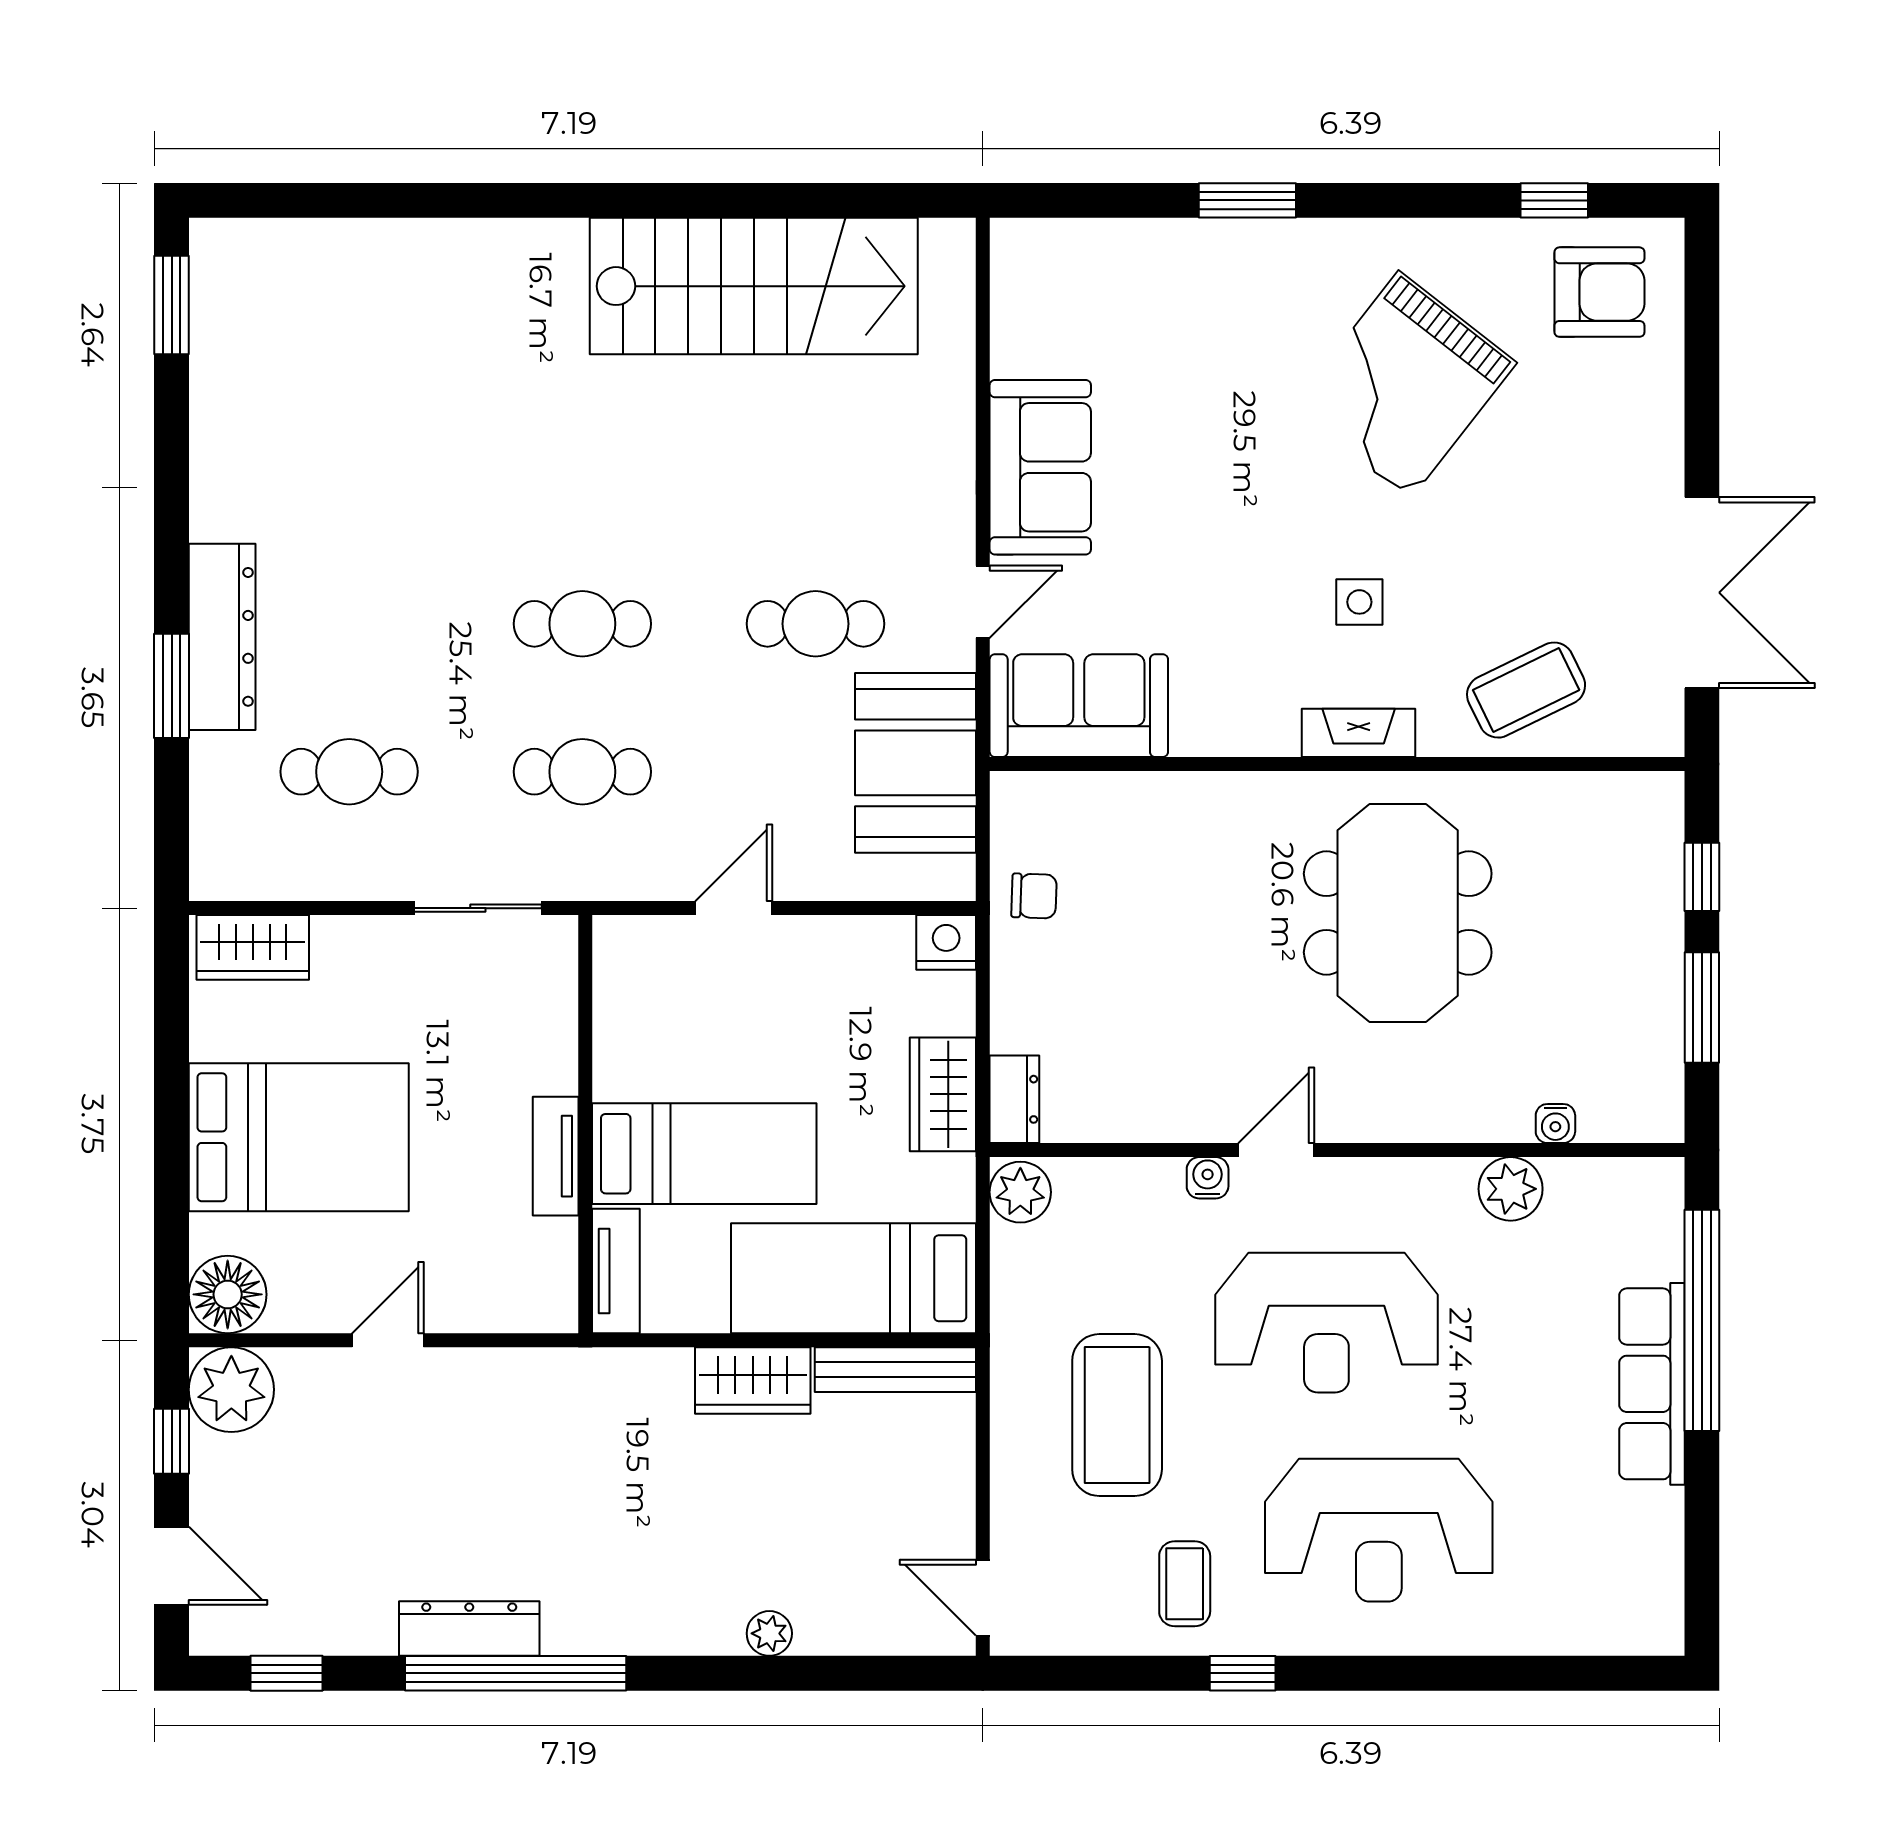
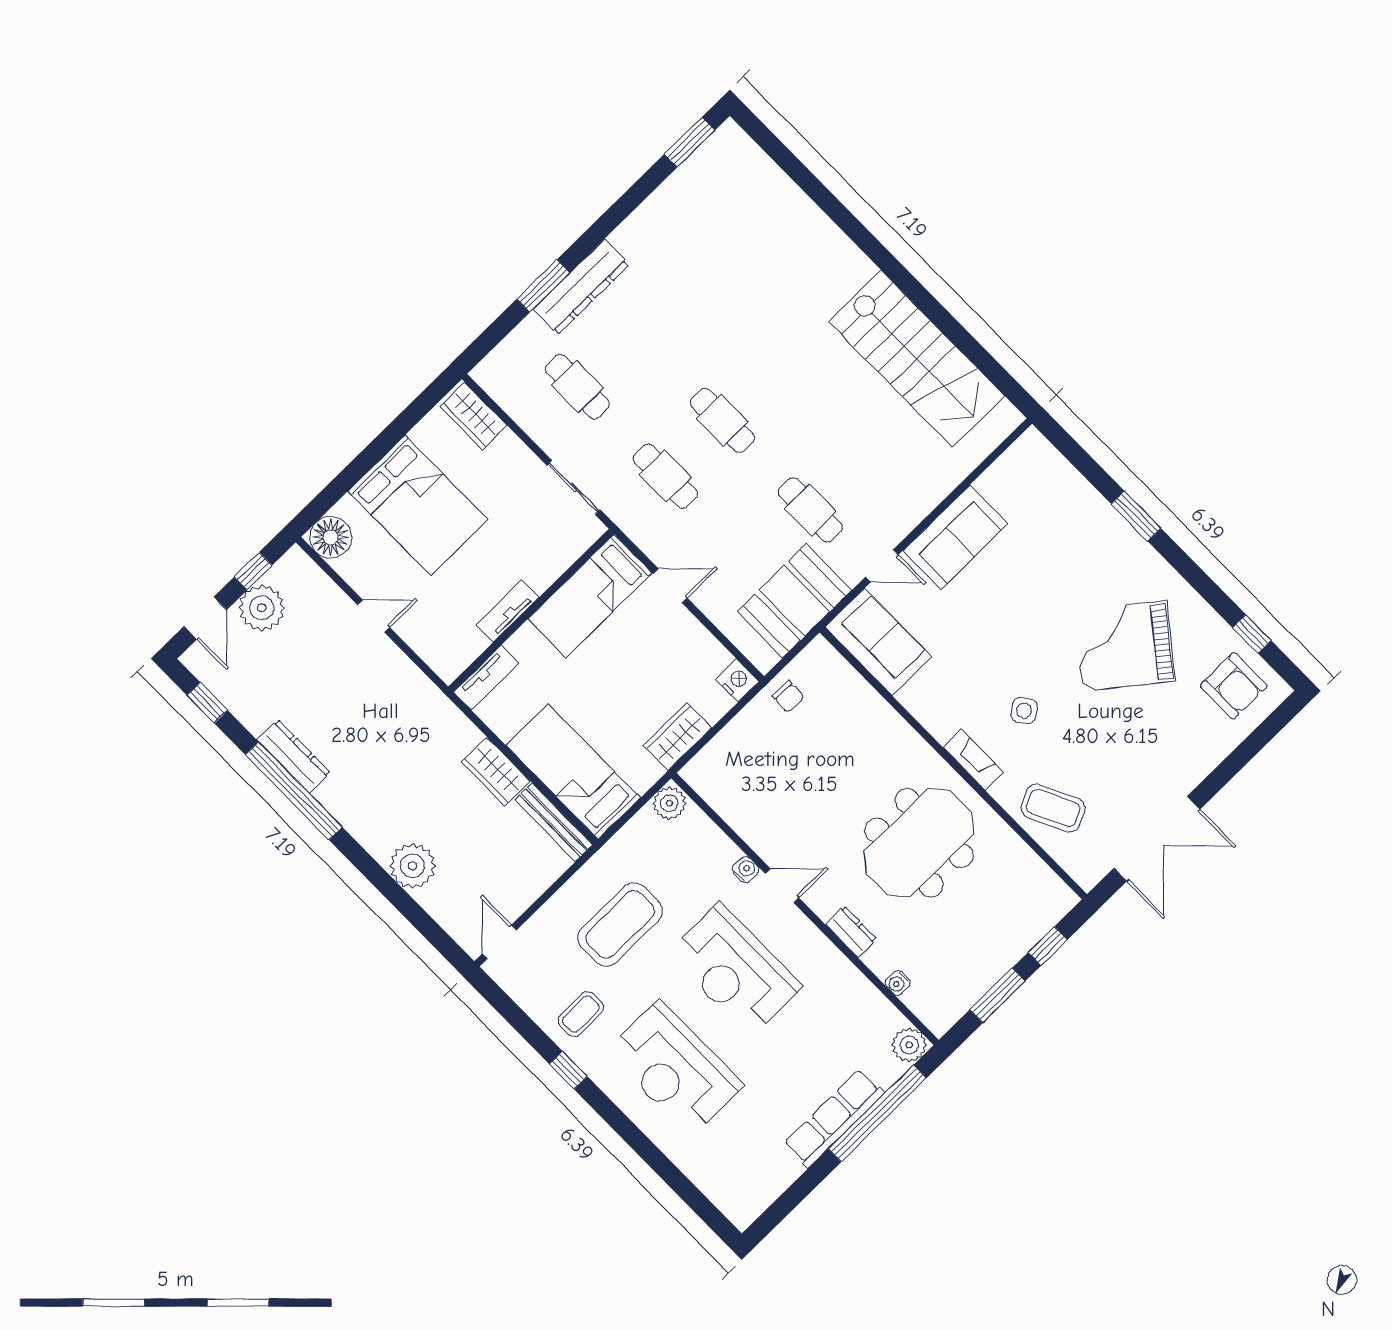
side table: (1359, 602) -> (1024, 711), turned -36
dresser: (1014, 1099) -> (851, 932), moved, turned -90
bed: (704, 1154) -> (590, 596), moved, turned 90
plant: (1511, 1189) -> (909, 1045), moved
plant: (231, 1390) -> (262, 608), moved
plant: (769, 1633) -> (412, 866), width x1.88, depth x1.88

